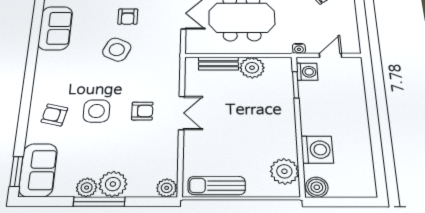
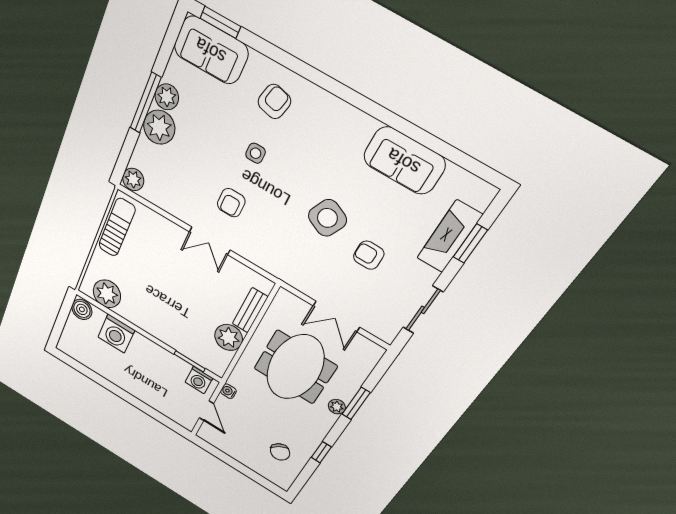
side table: (96, 111) -> (256, 153), width x0.54, depth x0.54

